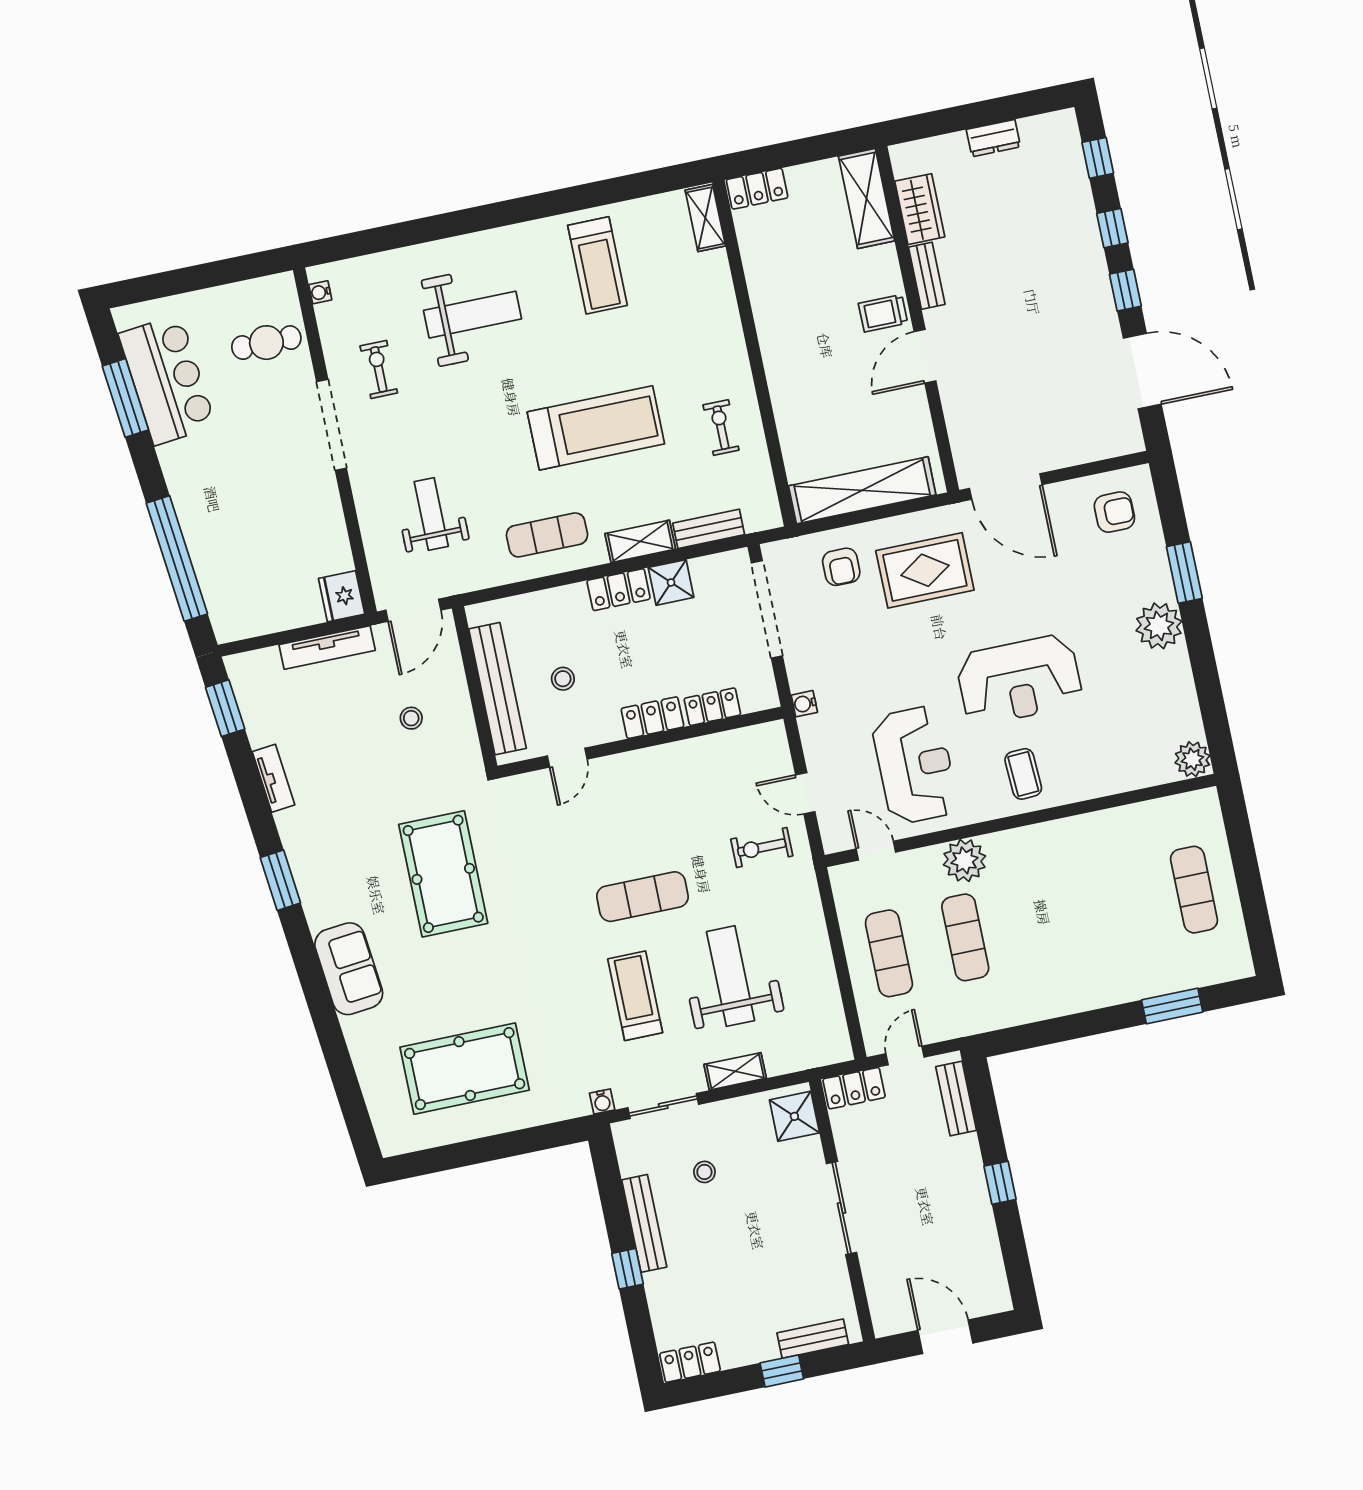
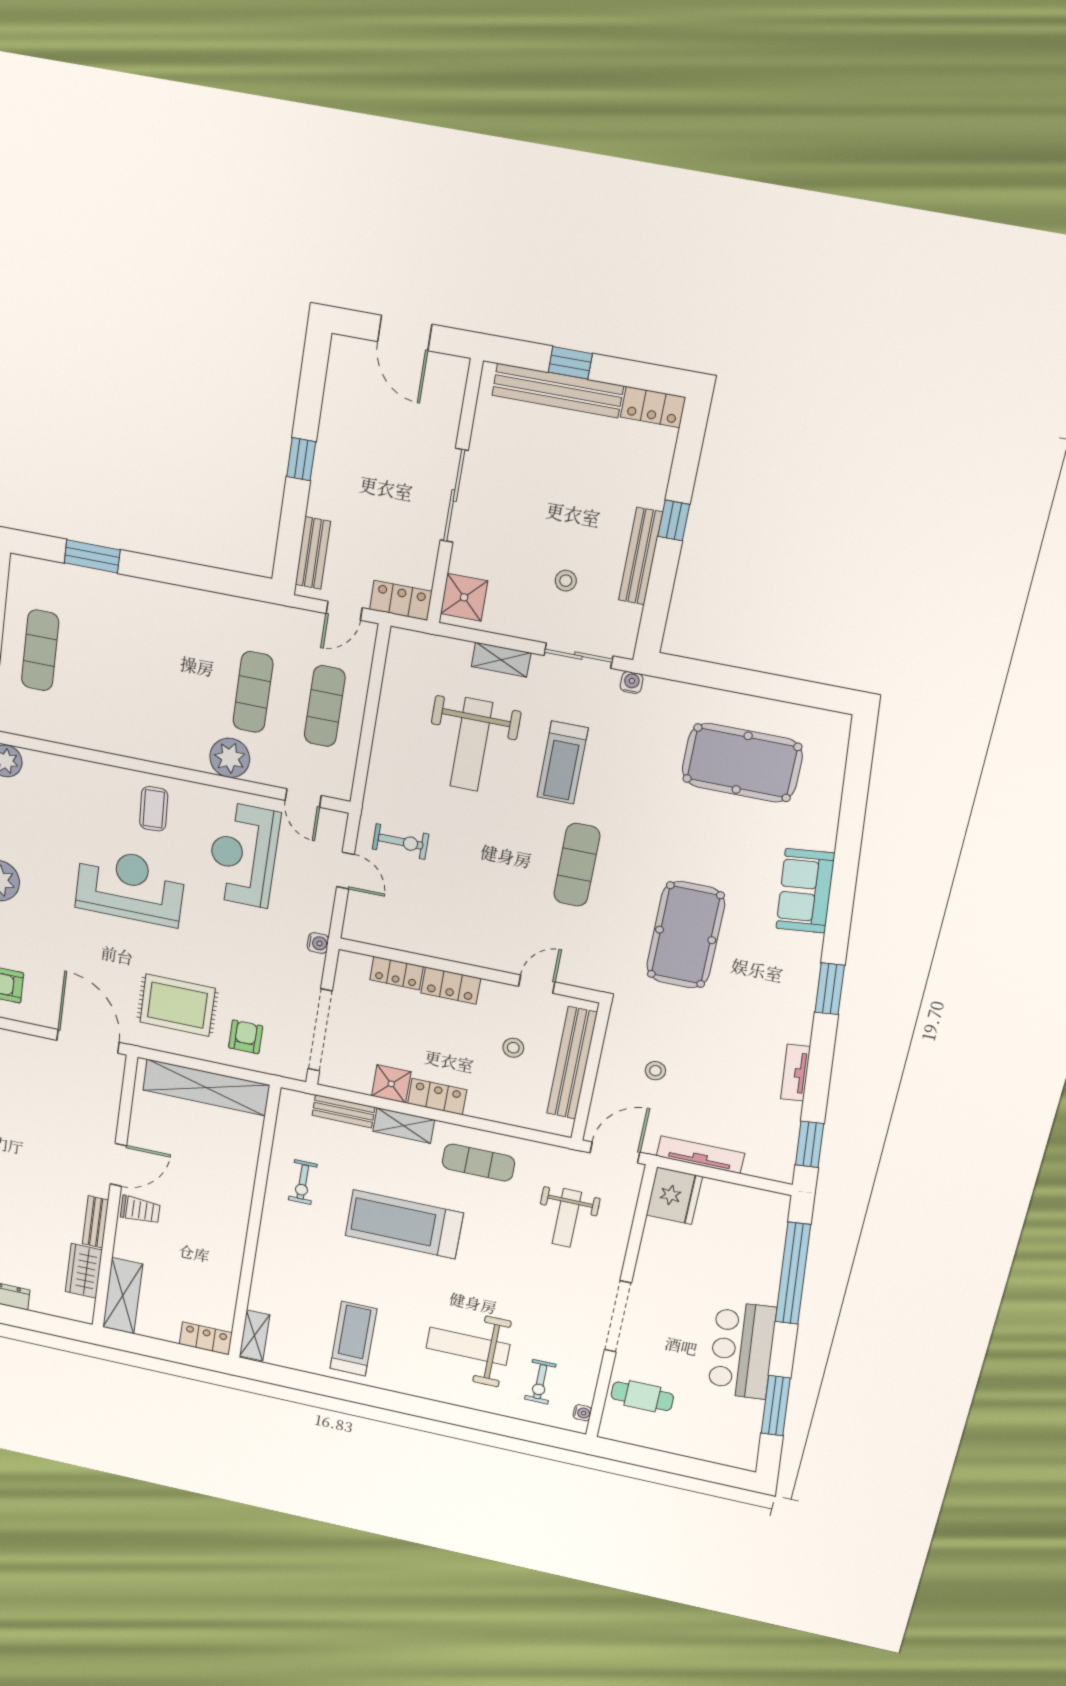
exercise bike: (379, 369) -> (540, 1382), moved
bar counter: (167, 380) -> (742, 1350), moved
fridge: (342, 596) -> (674, 1196), width x1.36, depth x1.34
exercise mat: (642, 897) -> (577, 865), moved, turned 90
bench: (813, 1339) -> (558, 391), width x1.86, depth x1.21

